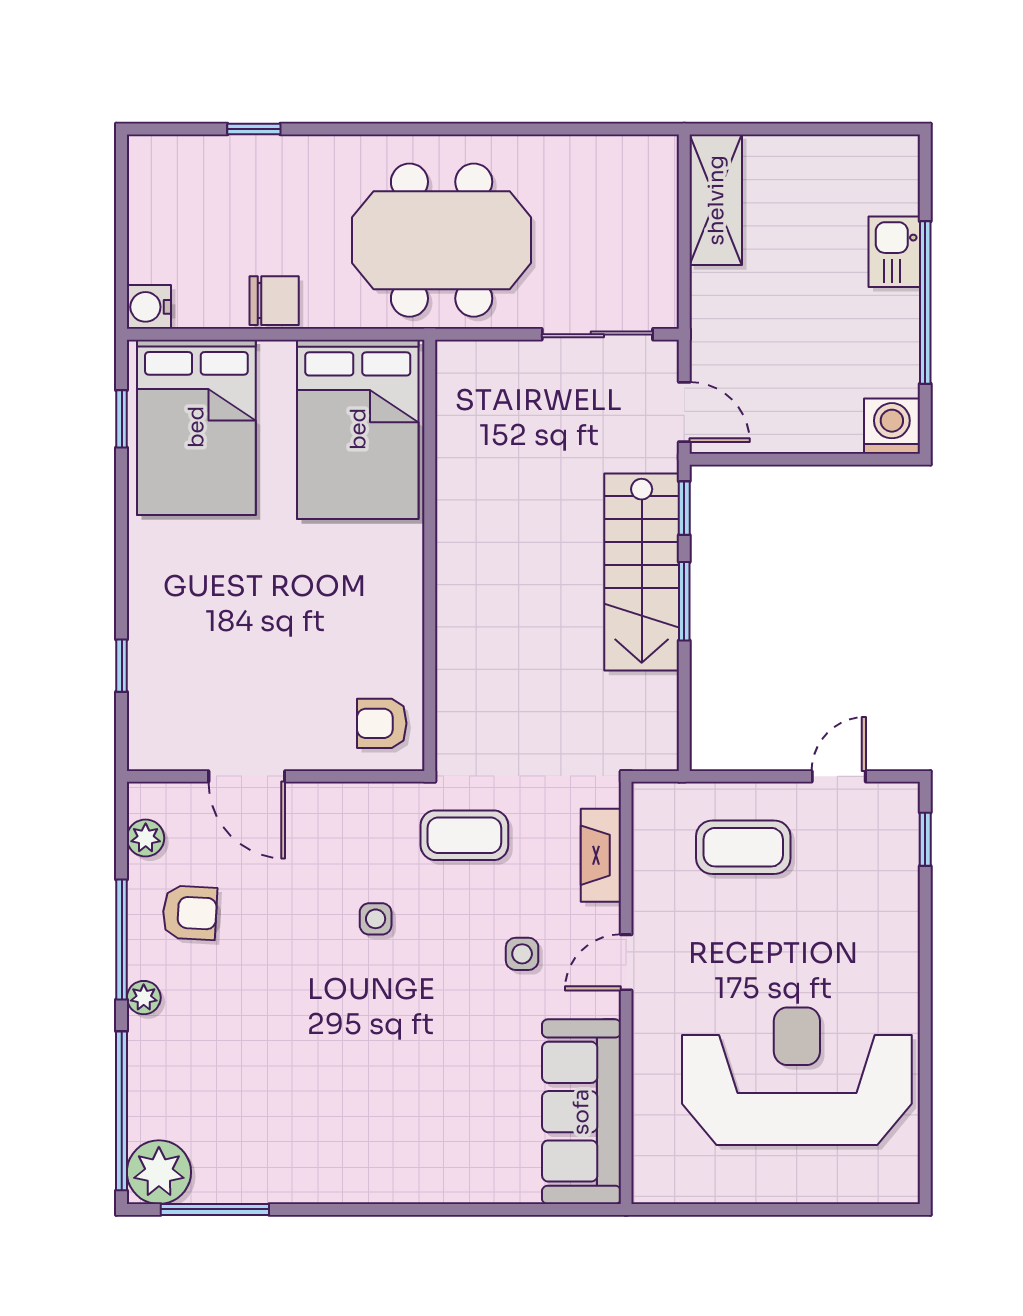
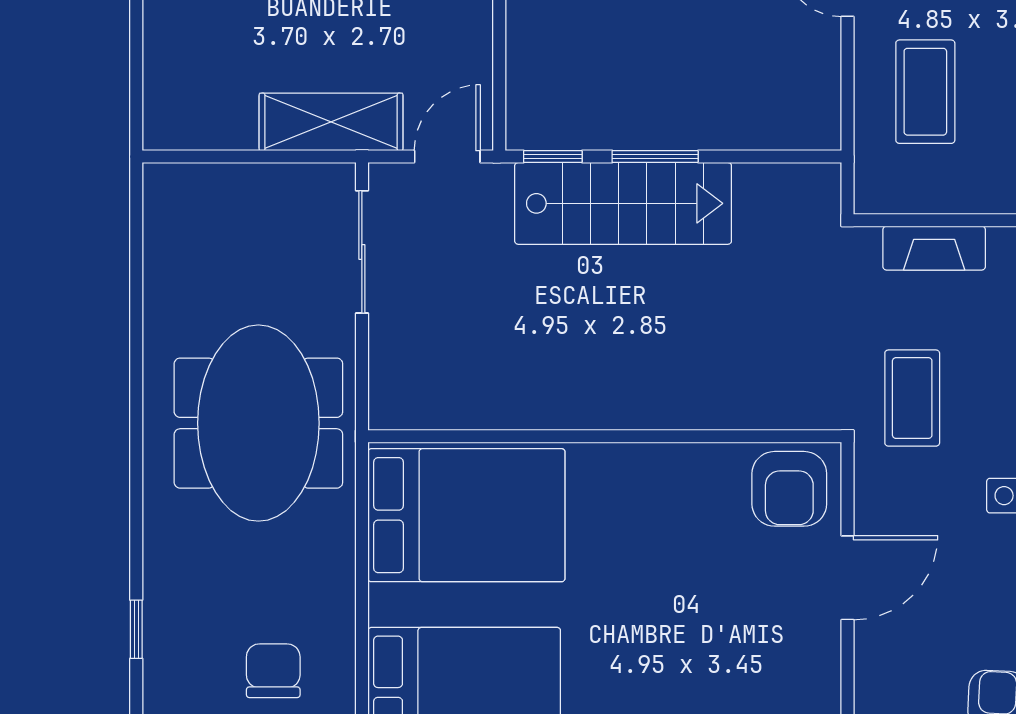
shelving: (716, 200) -> (331, 122), moved
chair: (274, 301) -> (273, 671), moved
armchair: (382, 723) -> (789, 489), width x1.38, depth x1.38
door: (247, 776) -> (848, 578), moved

